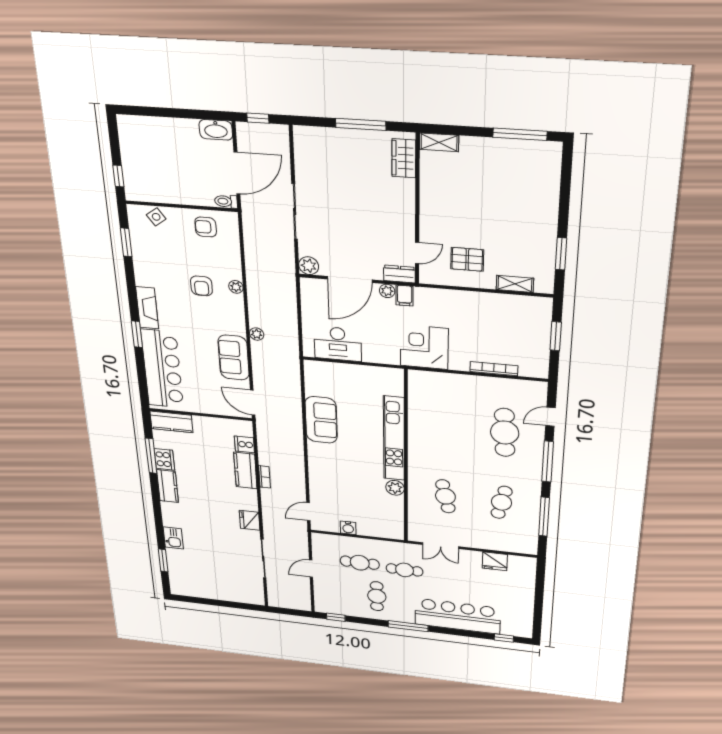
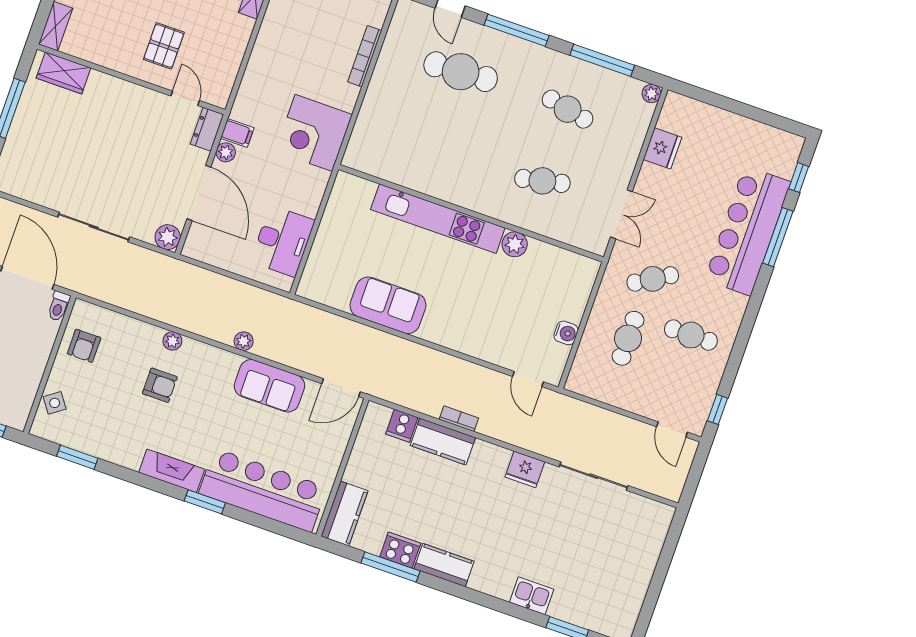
pallet: (467, 259) -> (164, 46), moved
plant: (531, 549) -> (651, 93), added
door: (311, 569) -> (672, 429), moved
cafe table: (405, 570) -> (653, 279), turned 59
window: (408, 626) -> (778, 237), moved

